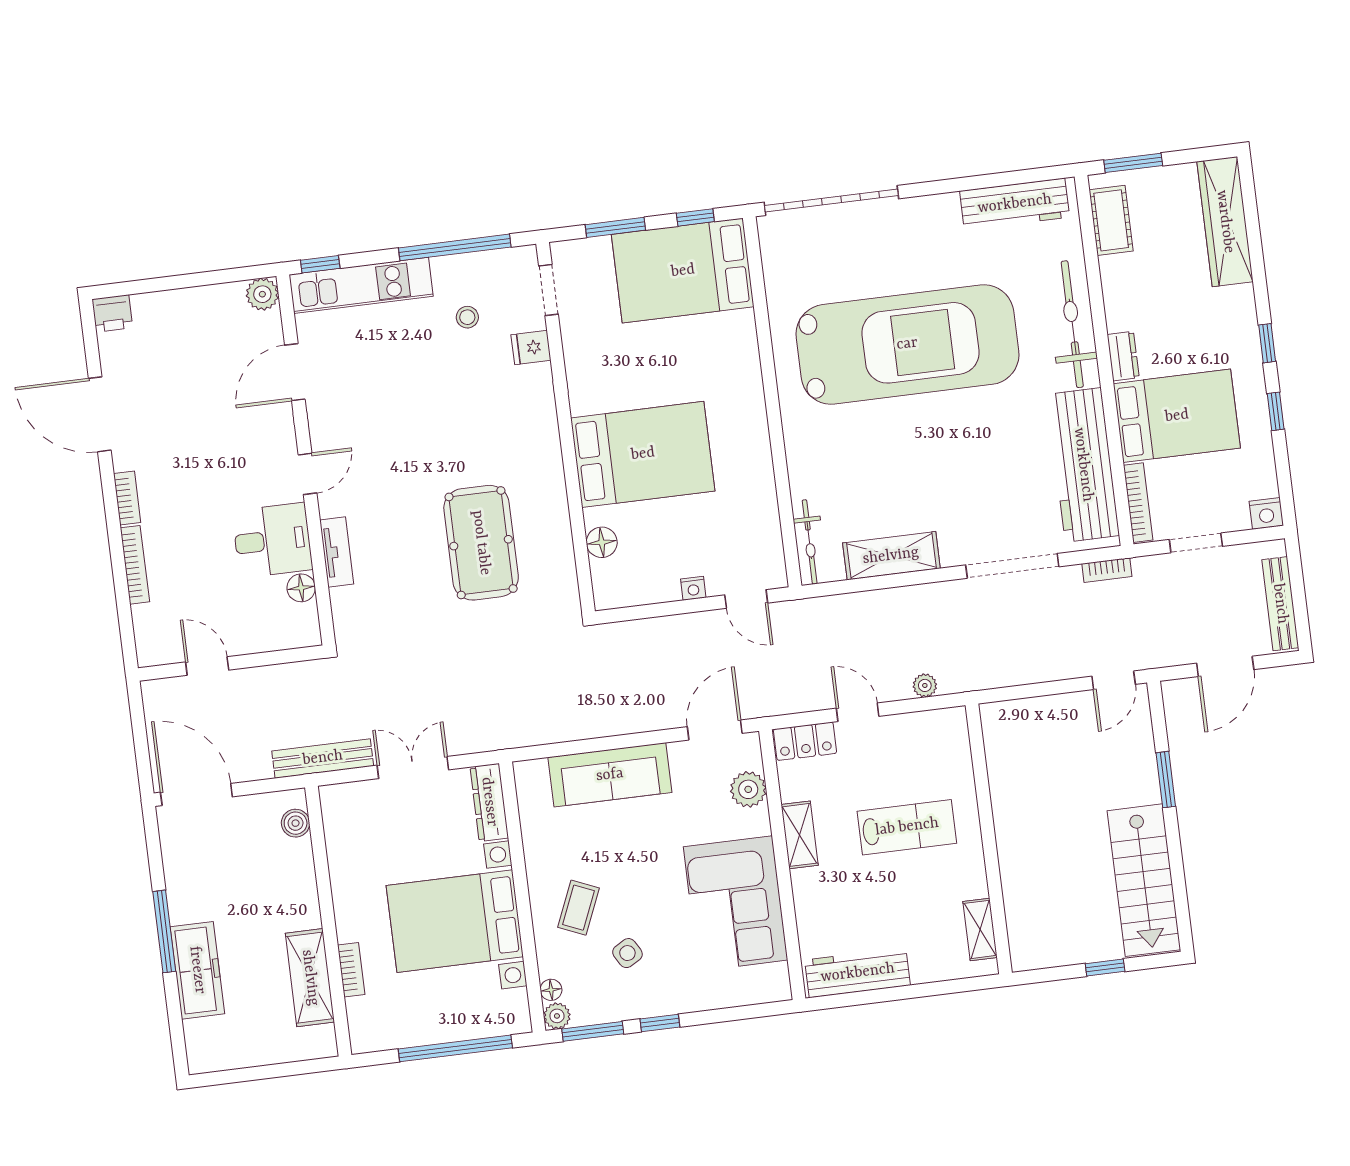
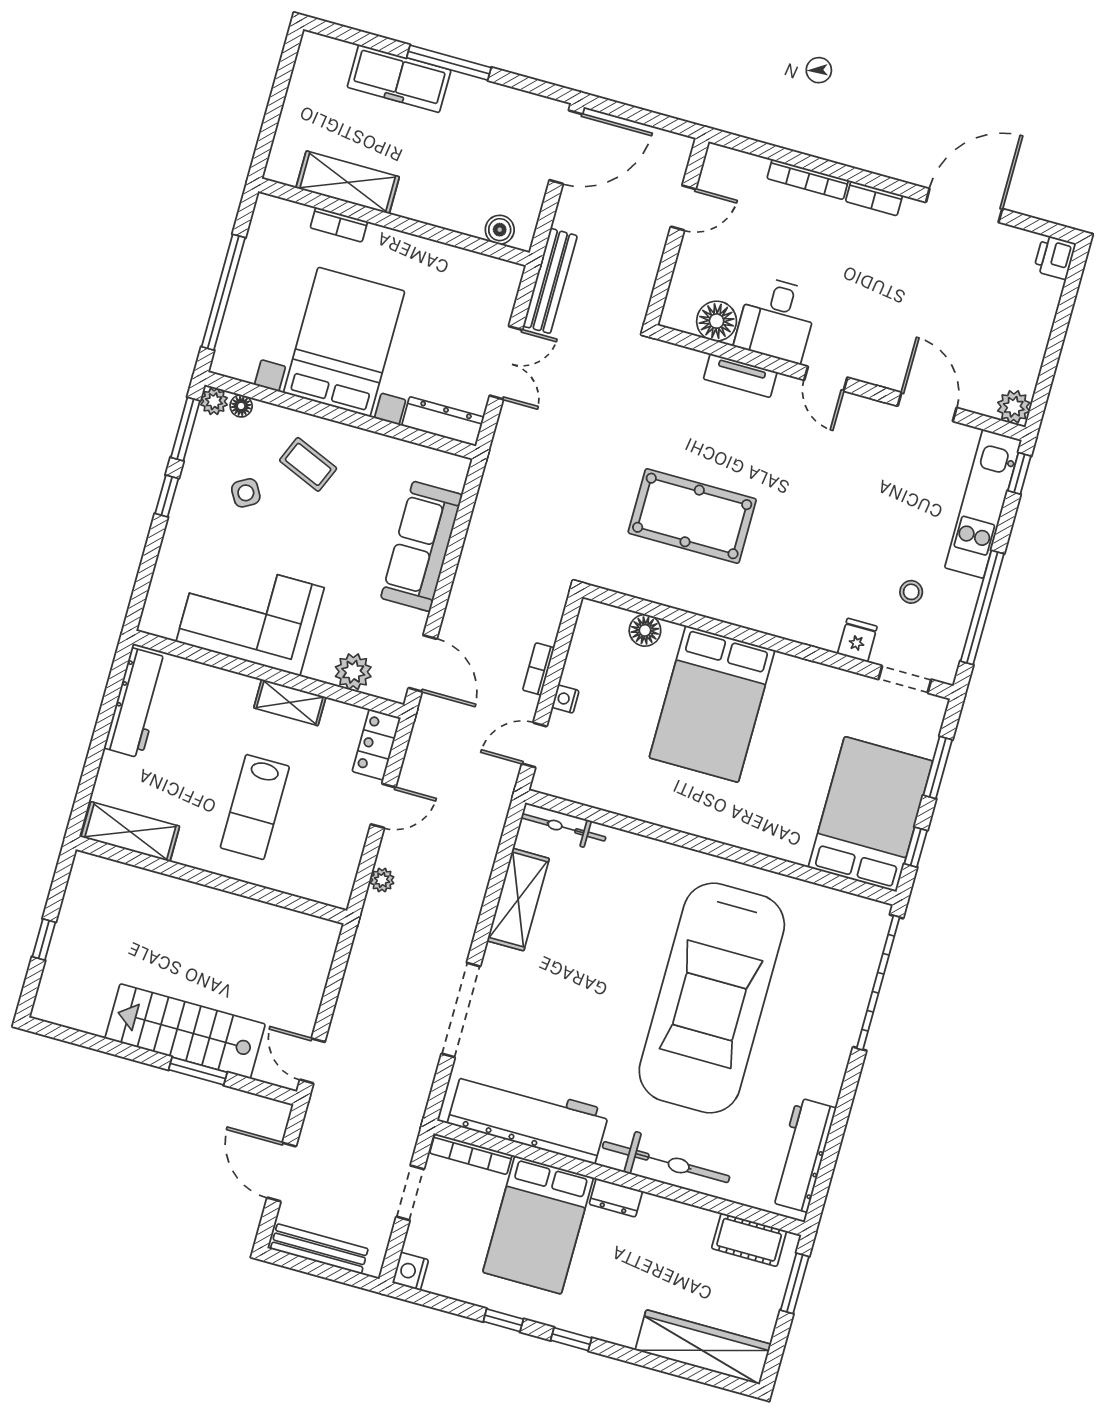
bookcase: (1107, 570) -> (538, 669), moved
floor lamp: (301, 588) -> (717, 321), width x1.38, depth x1.38
stairs: (1144, 880) -> (185, 1031), moved
shelving: (980, 929) -> (130, 832), width x1.50, depth x1.33

